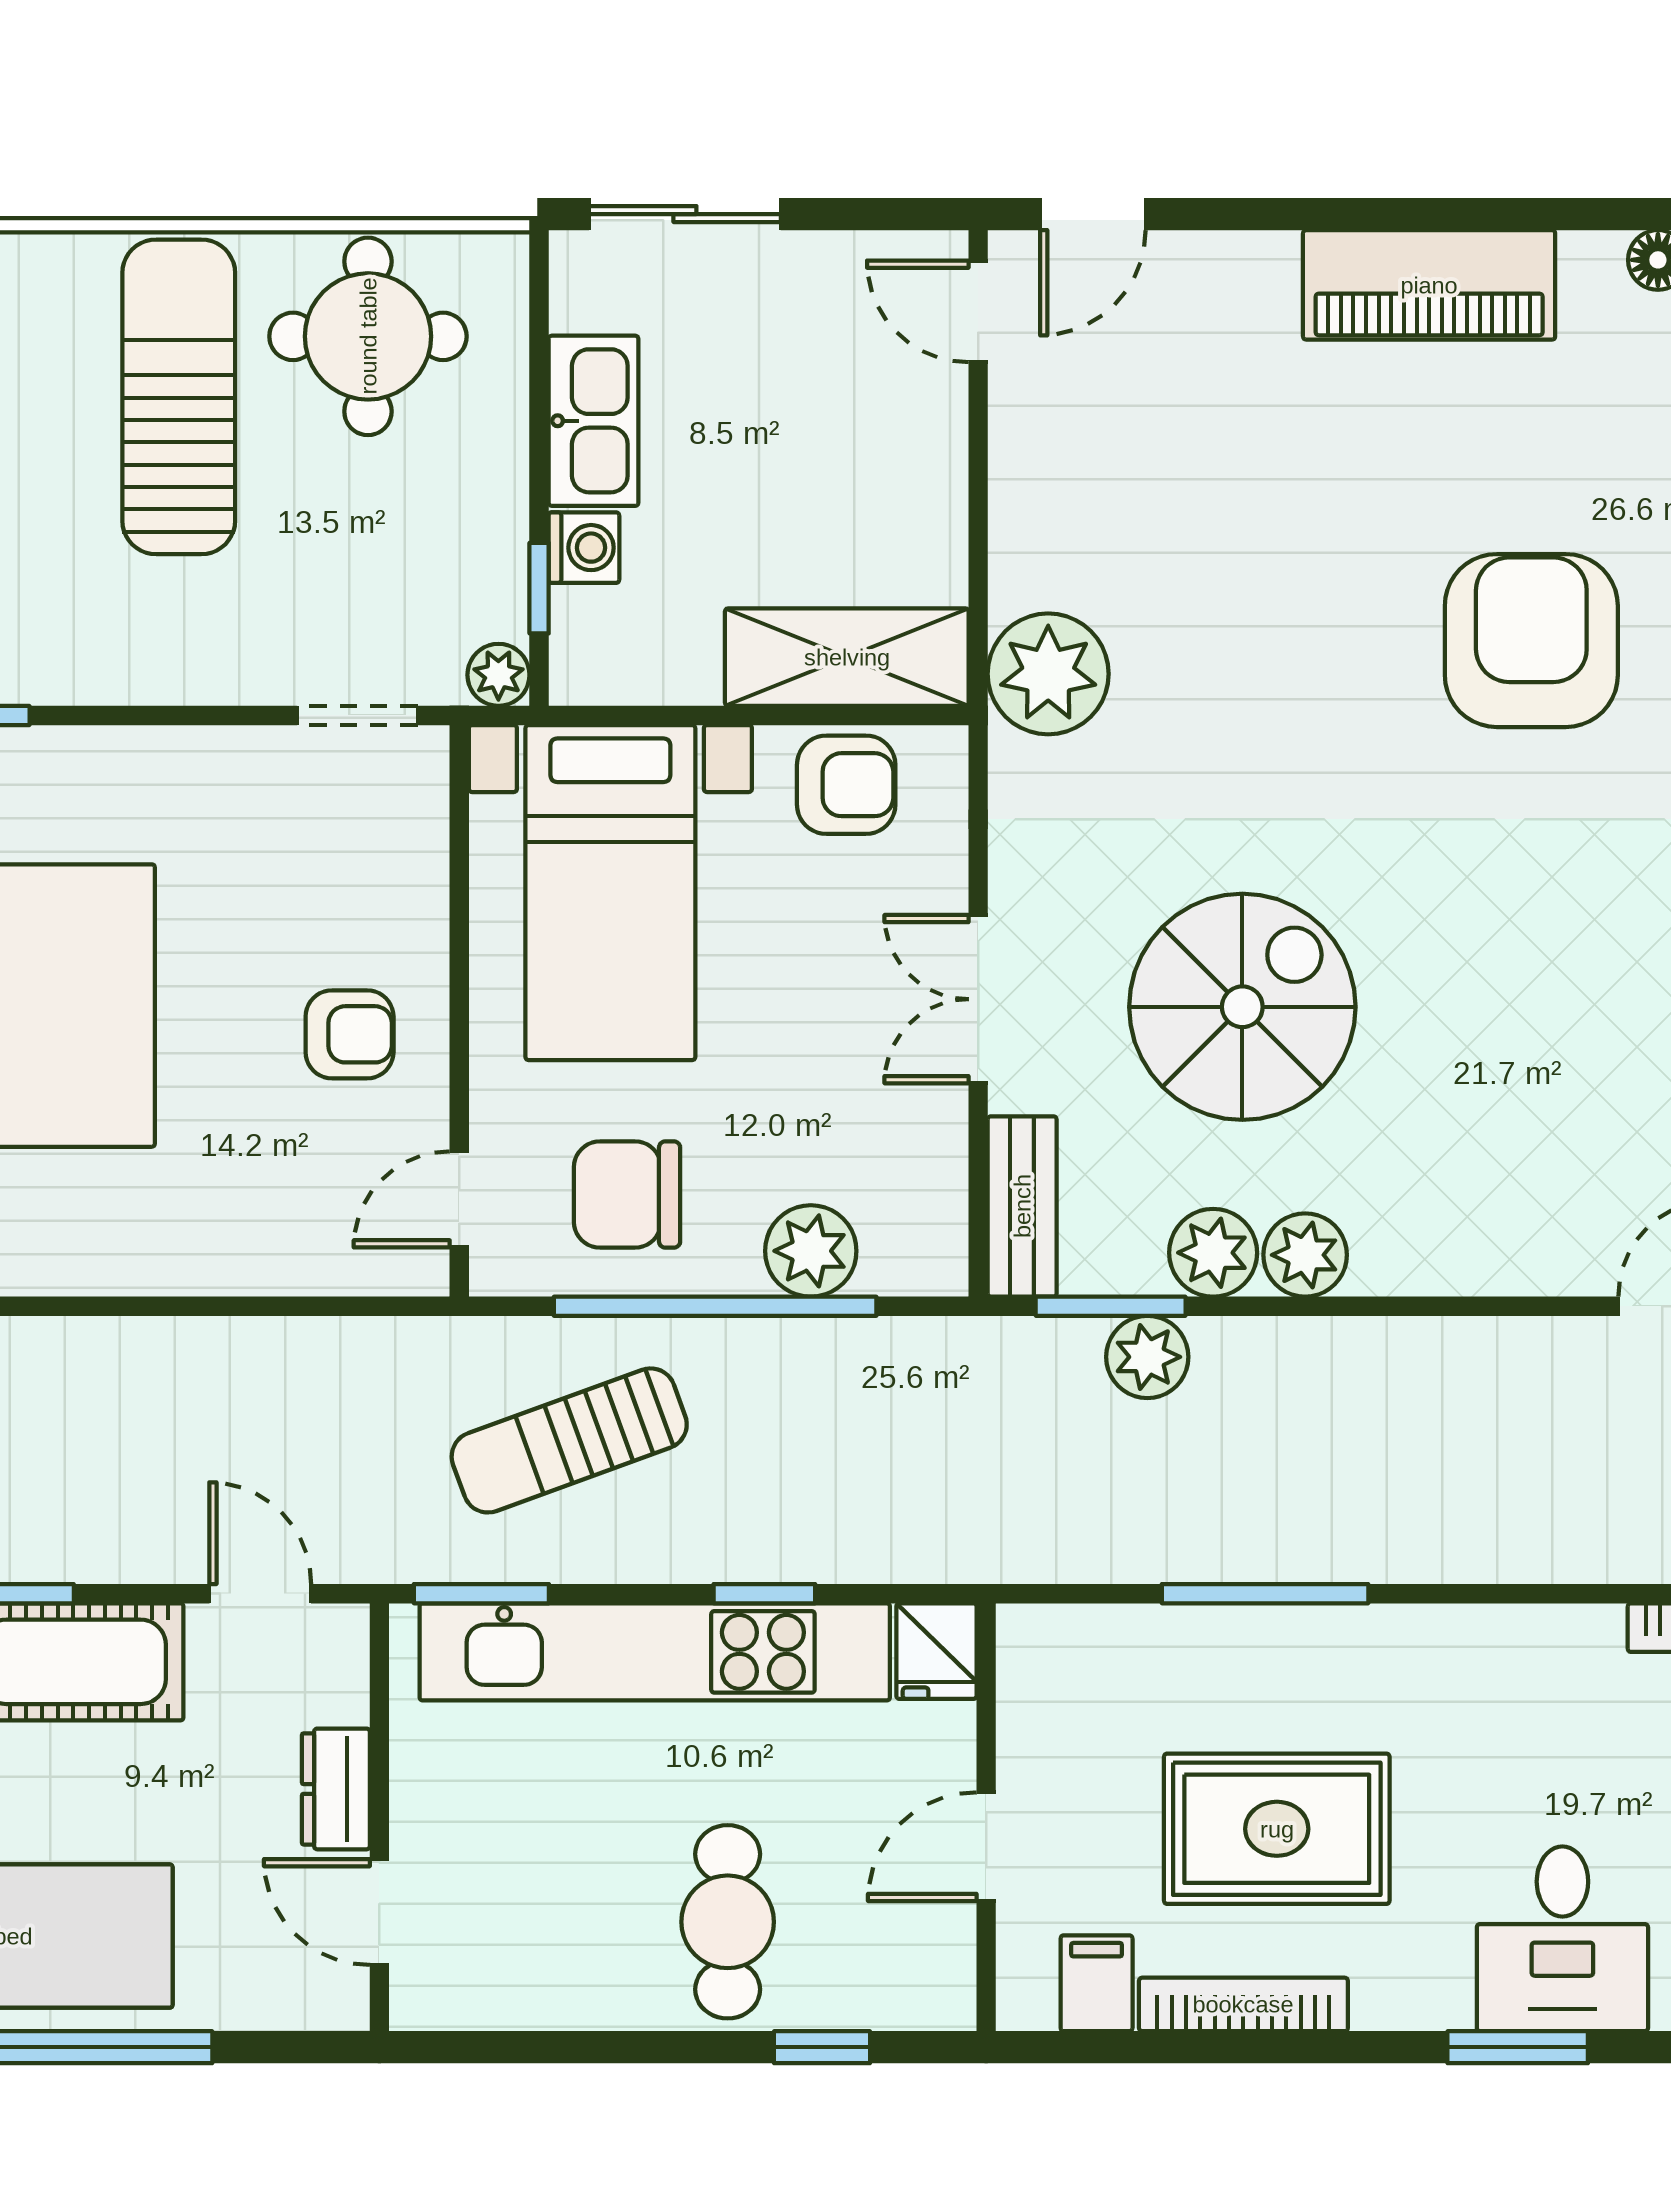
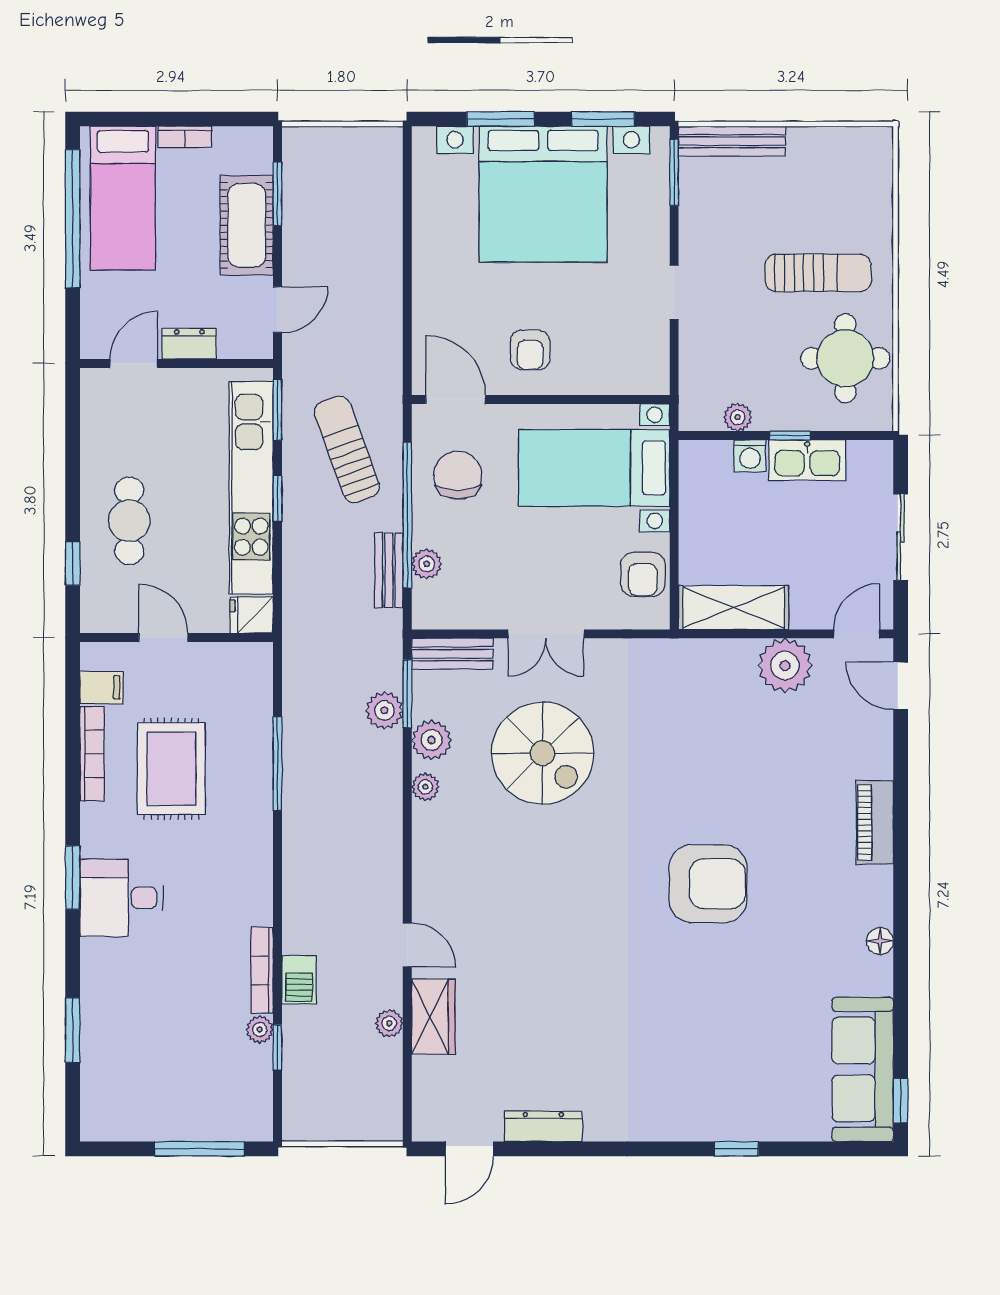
sliding door: (685, 214) -> (901, 537), moved
piano: (1429, 285) -> (875, 822), width x0.73, depth x0.75
sun lounger: (179, 397) -> (818, 273), width x0.73, depth x0.75
window: (539, 588) -> (790, 436), moved
shelving: (847, 657) -> (734, 608), moved, turned 90
plant: (1048, 674) -> (785, 666), moved
plant: (498, 675) -> (738, 417), moved
doorway: (358, 715) -> (674, 292), moved
double door: (978, 999) -> (546, 634), swing flipped
door: (459, 1199) -> (456, 400), width x1.38
plant: (811, 1251) -> (427, 564), width x0.73, depth x0.73
plant: (1305, 1255) -> (425, 787), width x0.73, depth x0.73
bench: (837, 1347) -> (389, 570), added
window: (764, 1594) -> (277, 498), moved
cafe table: (728, 1922) -> (129, 521), turned 90

